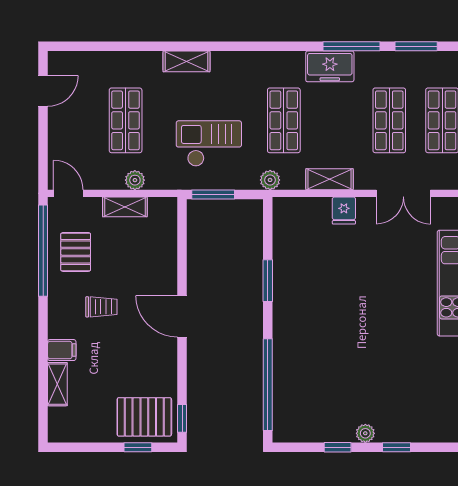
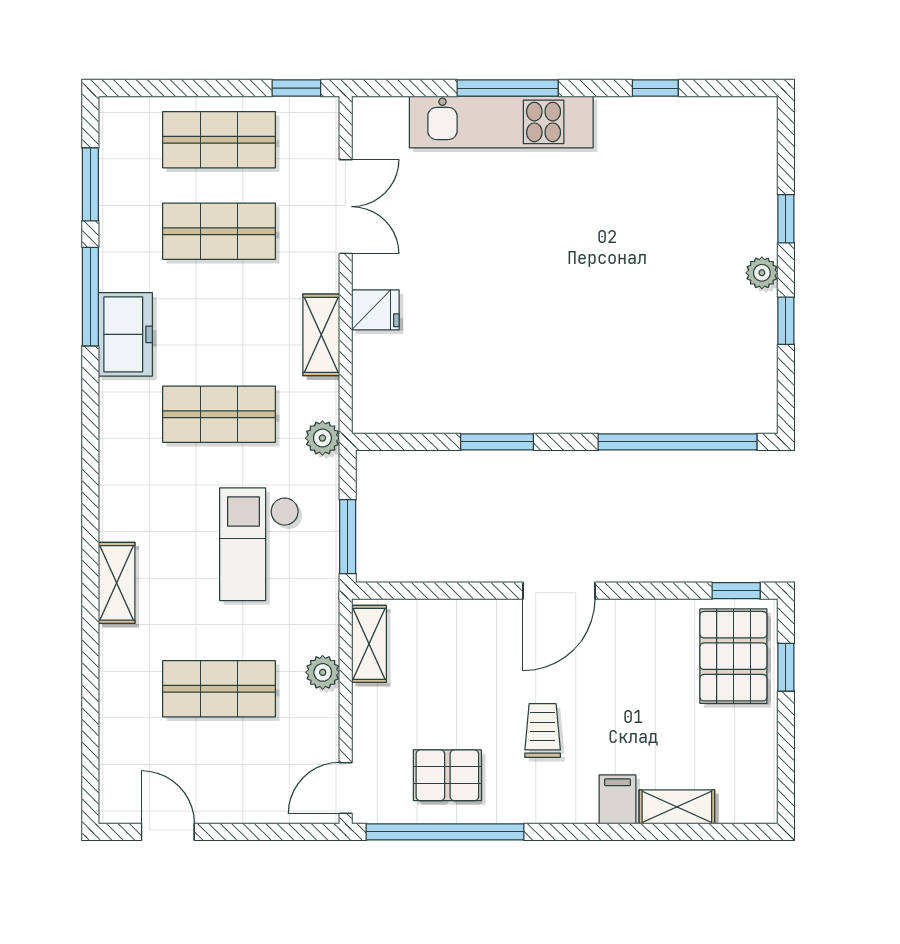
shelving: (125, 207) -> (369, 644), moved

